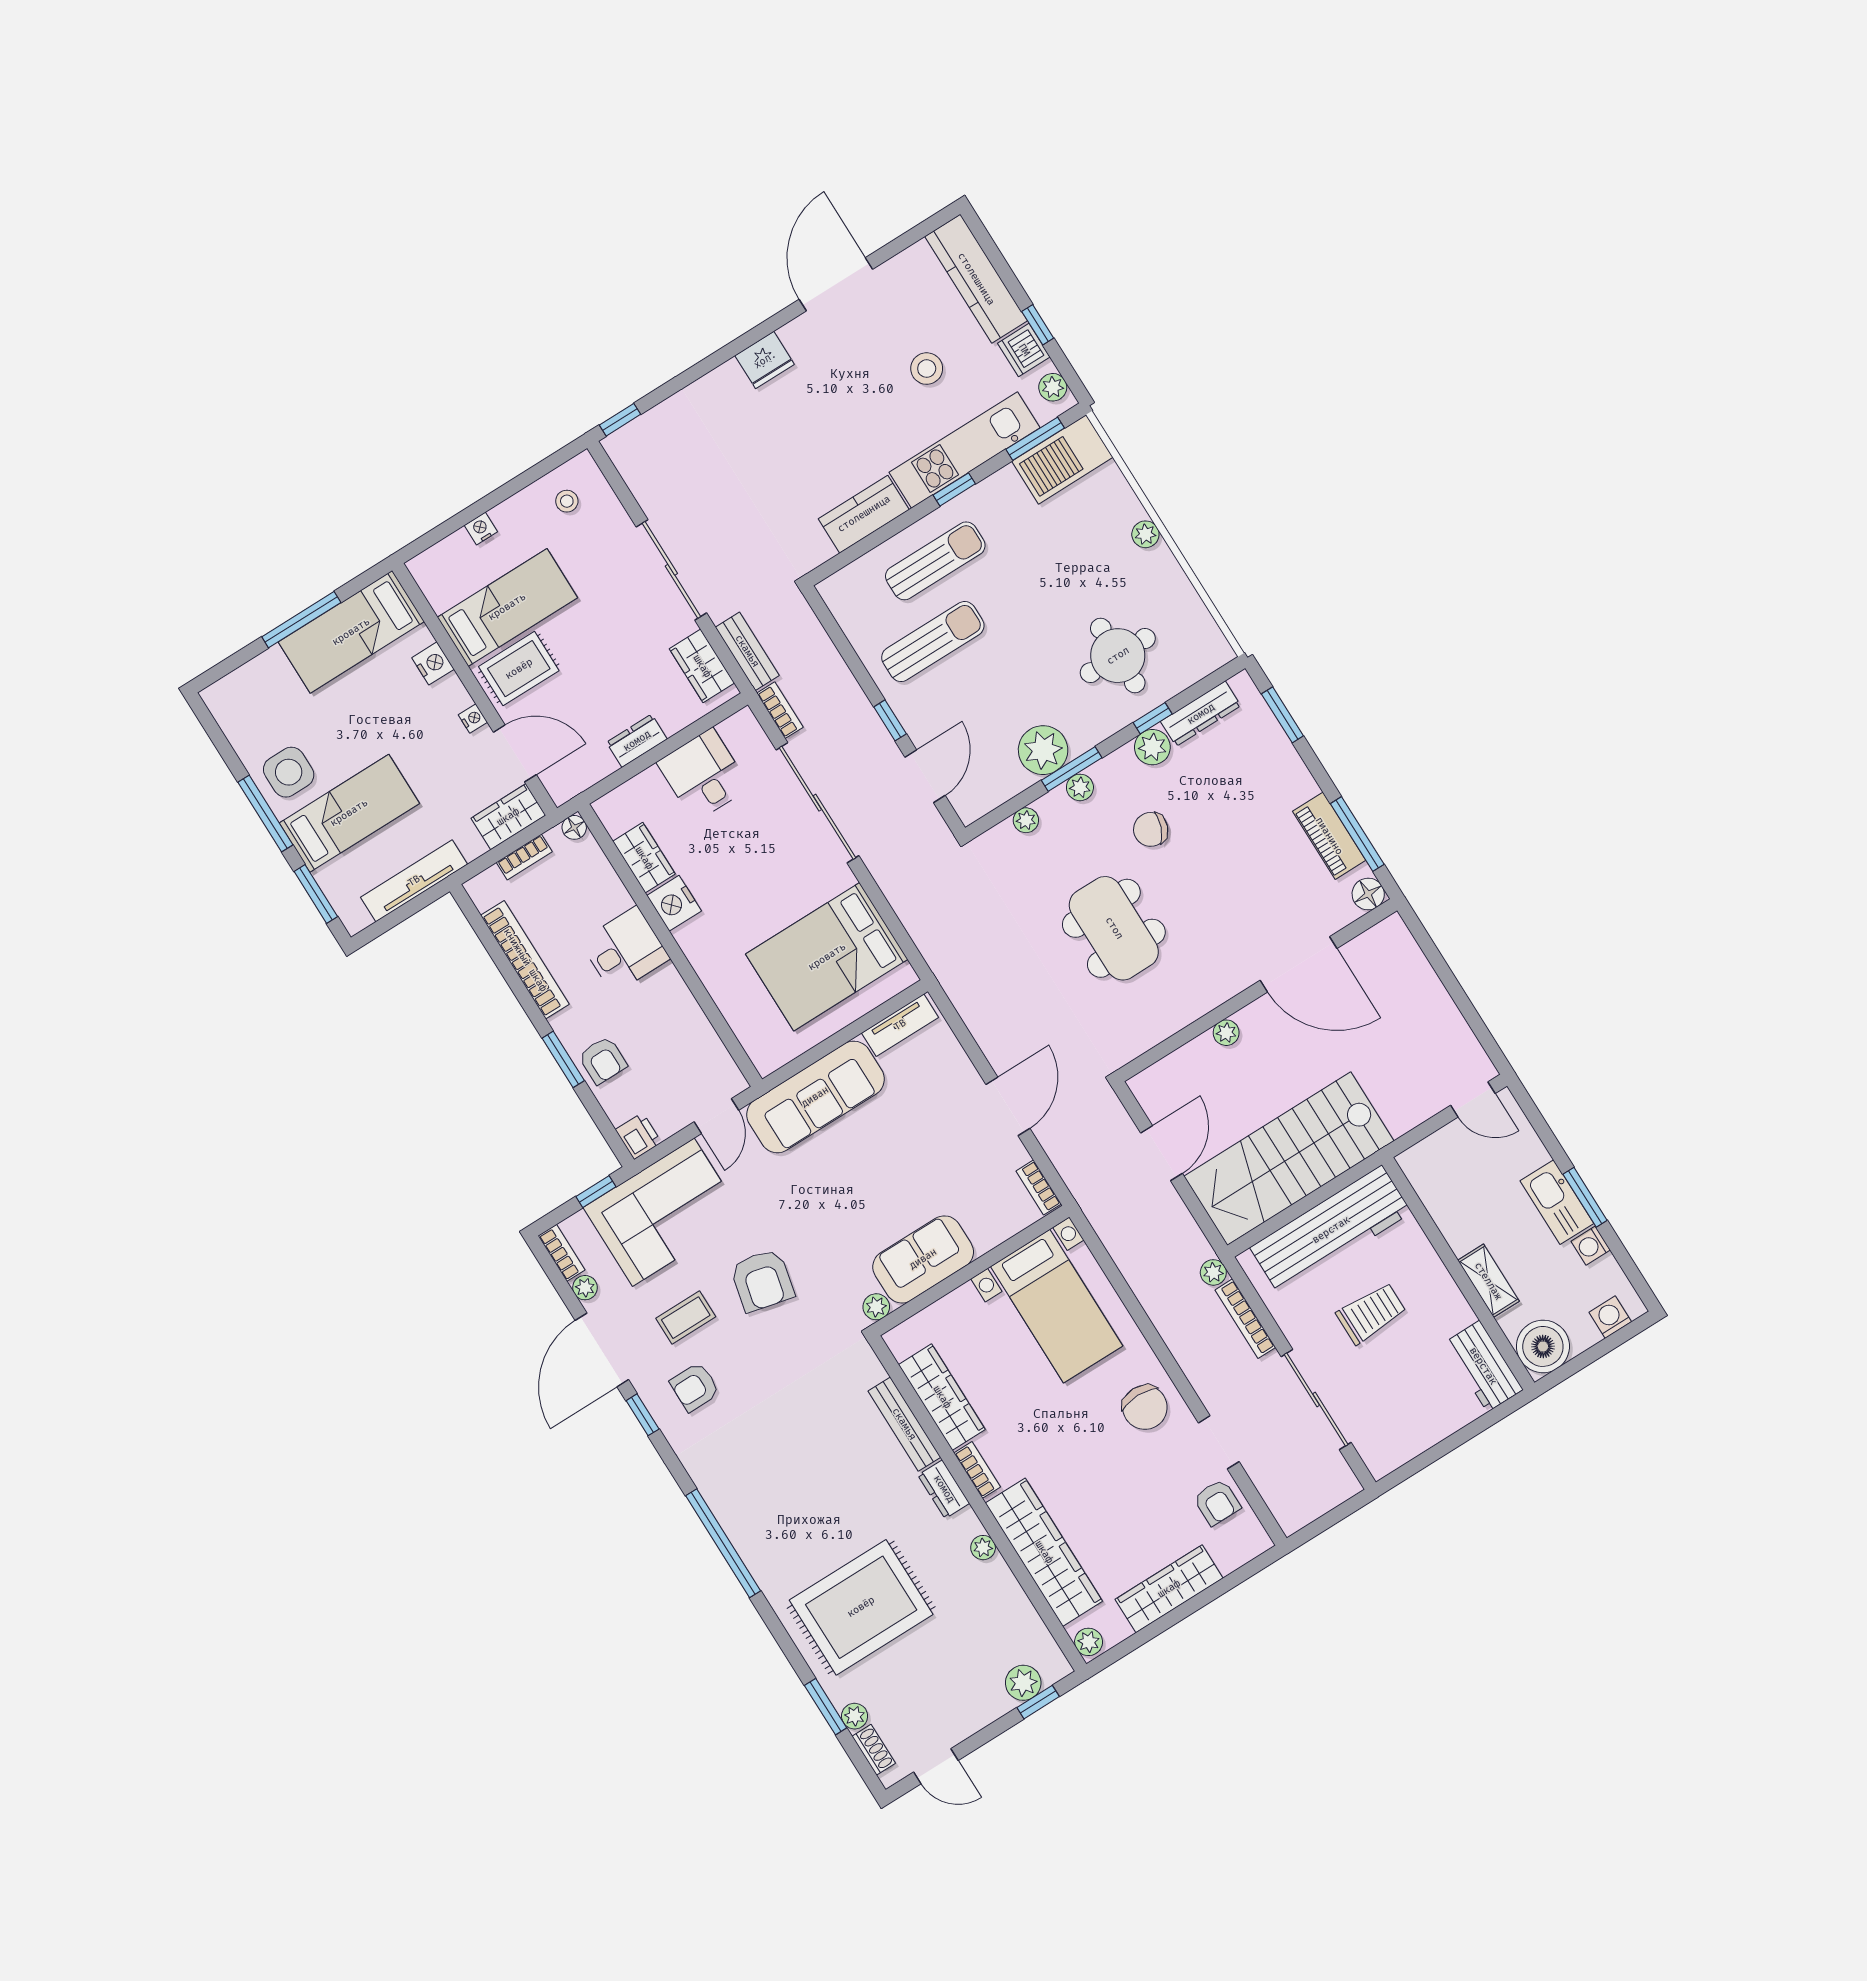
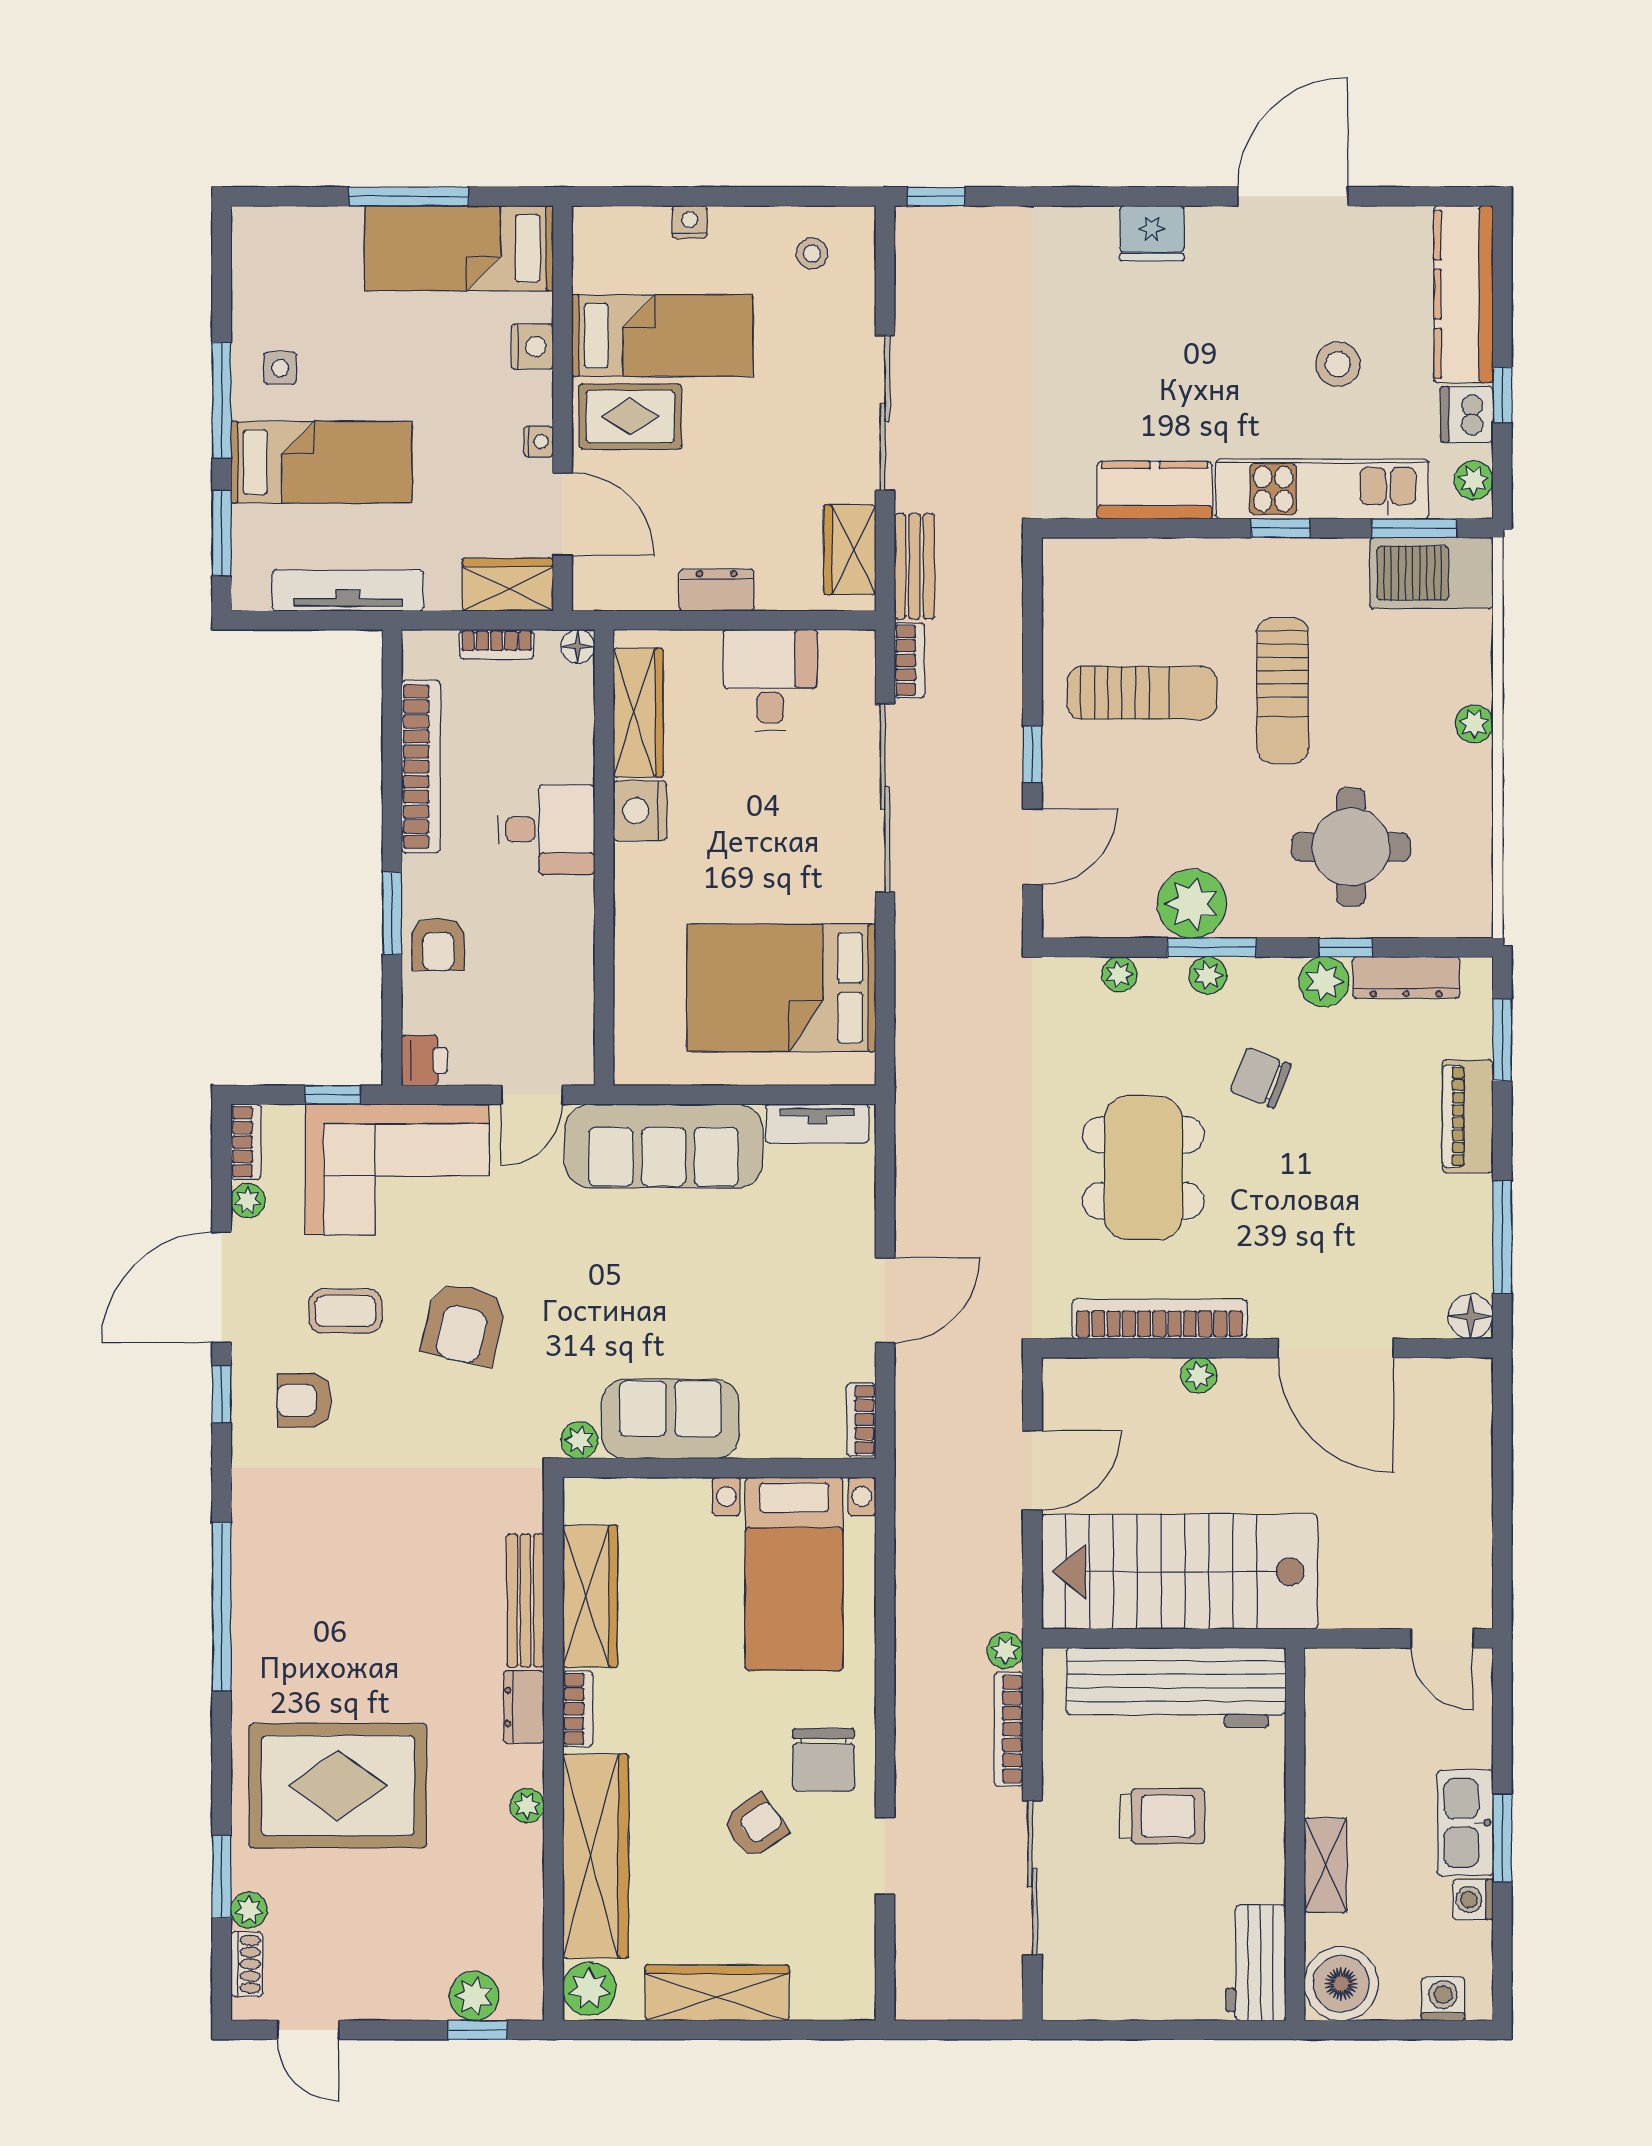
sun lounger: (935, 561) -> (1283, 690), moved, turned 90
side table: (289, 772) -> (280, 368), width x0.54, depth x0.54
piano: (1329, 836) -> (1468, 1116), moved
wardrobe: (644, 858) -> (638, 713), width x1.50
bookcase: (1181, 1014) -> (1159, 1319), added
armchair: (1217, 1502) -> (755, 1826), moved, turned -125
plant: (1089, 1642) -> (589, 1989), width x1.38, depth x1.38

